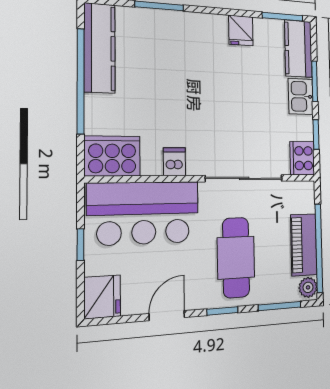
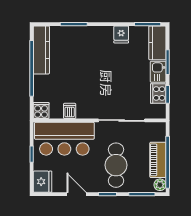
cooker: (112, 156) -> (41, 111), width x0.53, depth x0.76
cooker: (302, 158) -> (158, 94), moved
dishwasher: (174, 162) -> (70, 111), moved
door: (167, 316) -> (76, 194), hinge flipped

